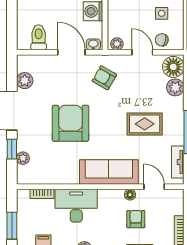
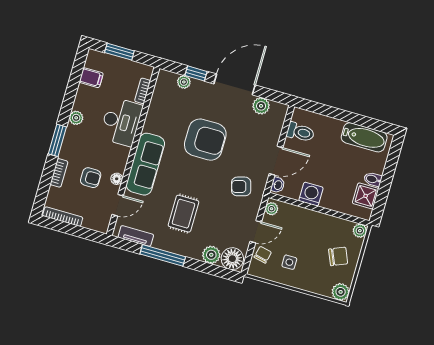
armchair: (104, 78) -> (241, 186), turned -136

